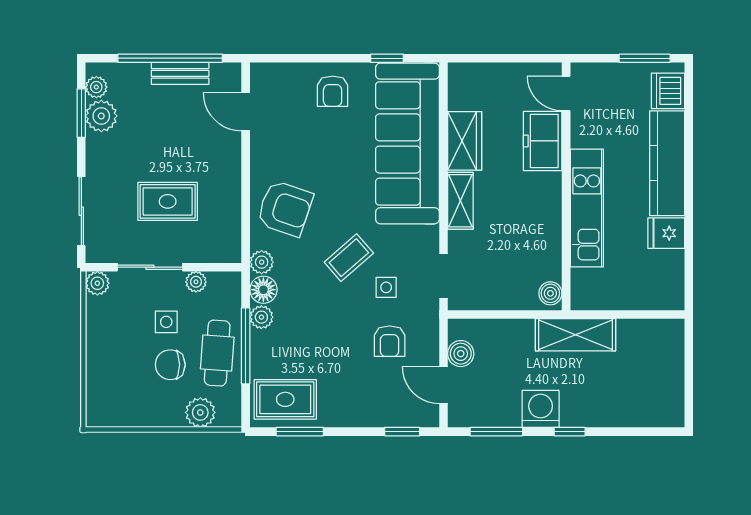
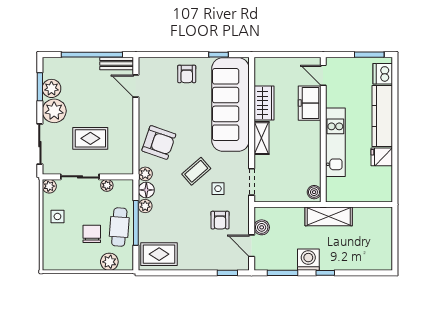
bench: (180, 73) -> (117, 64), moved
plant: (96, 87) -> (54, 111), moved, width x1.88, depth x1.88
side table: (166, 322) -> (57, 216), moved
chair: (170, 365) -> (92, 234), turned 90
window: (300, 432) -> (167, 273), removed

